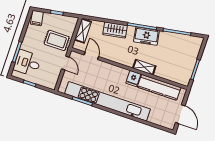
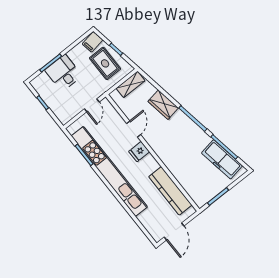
freezer: (146, 36) -> (222, 159), moved, width x1.40
rug: (57, 40) -> (105, 63), moved
door: (91, 56) -> (134, 129), moved
desk: (27, 63) -> (63, 73), moved
shelving: (144, 67) -> (169, 161), removed
fridge: (133, 79) -> (139, 152), moved

